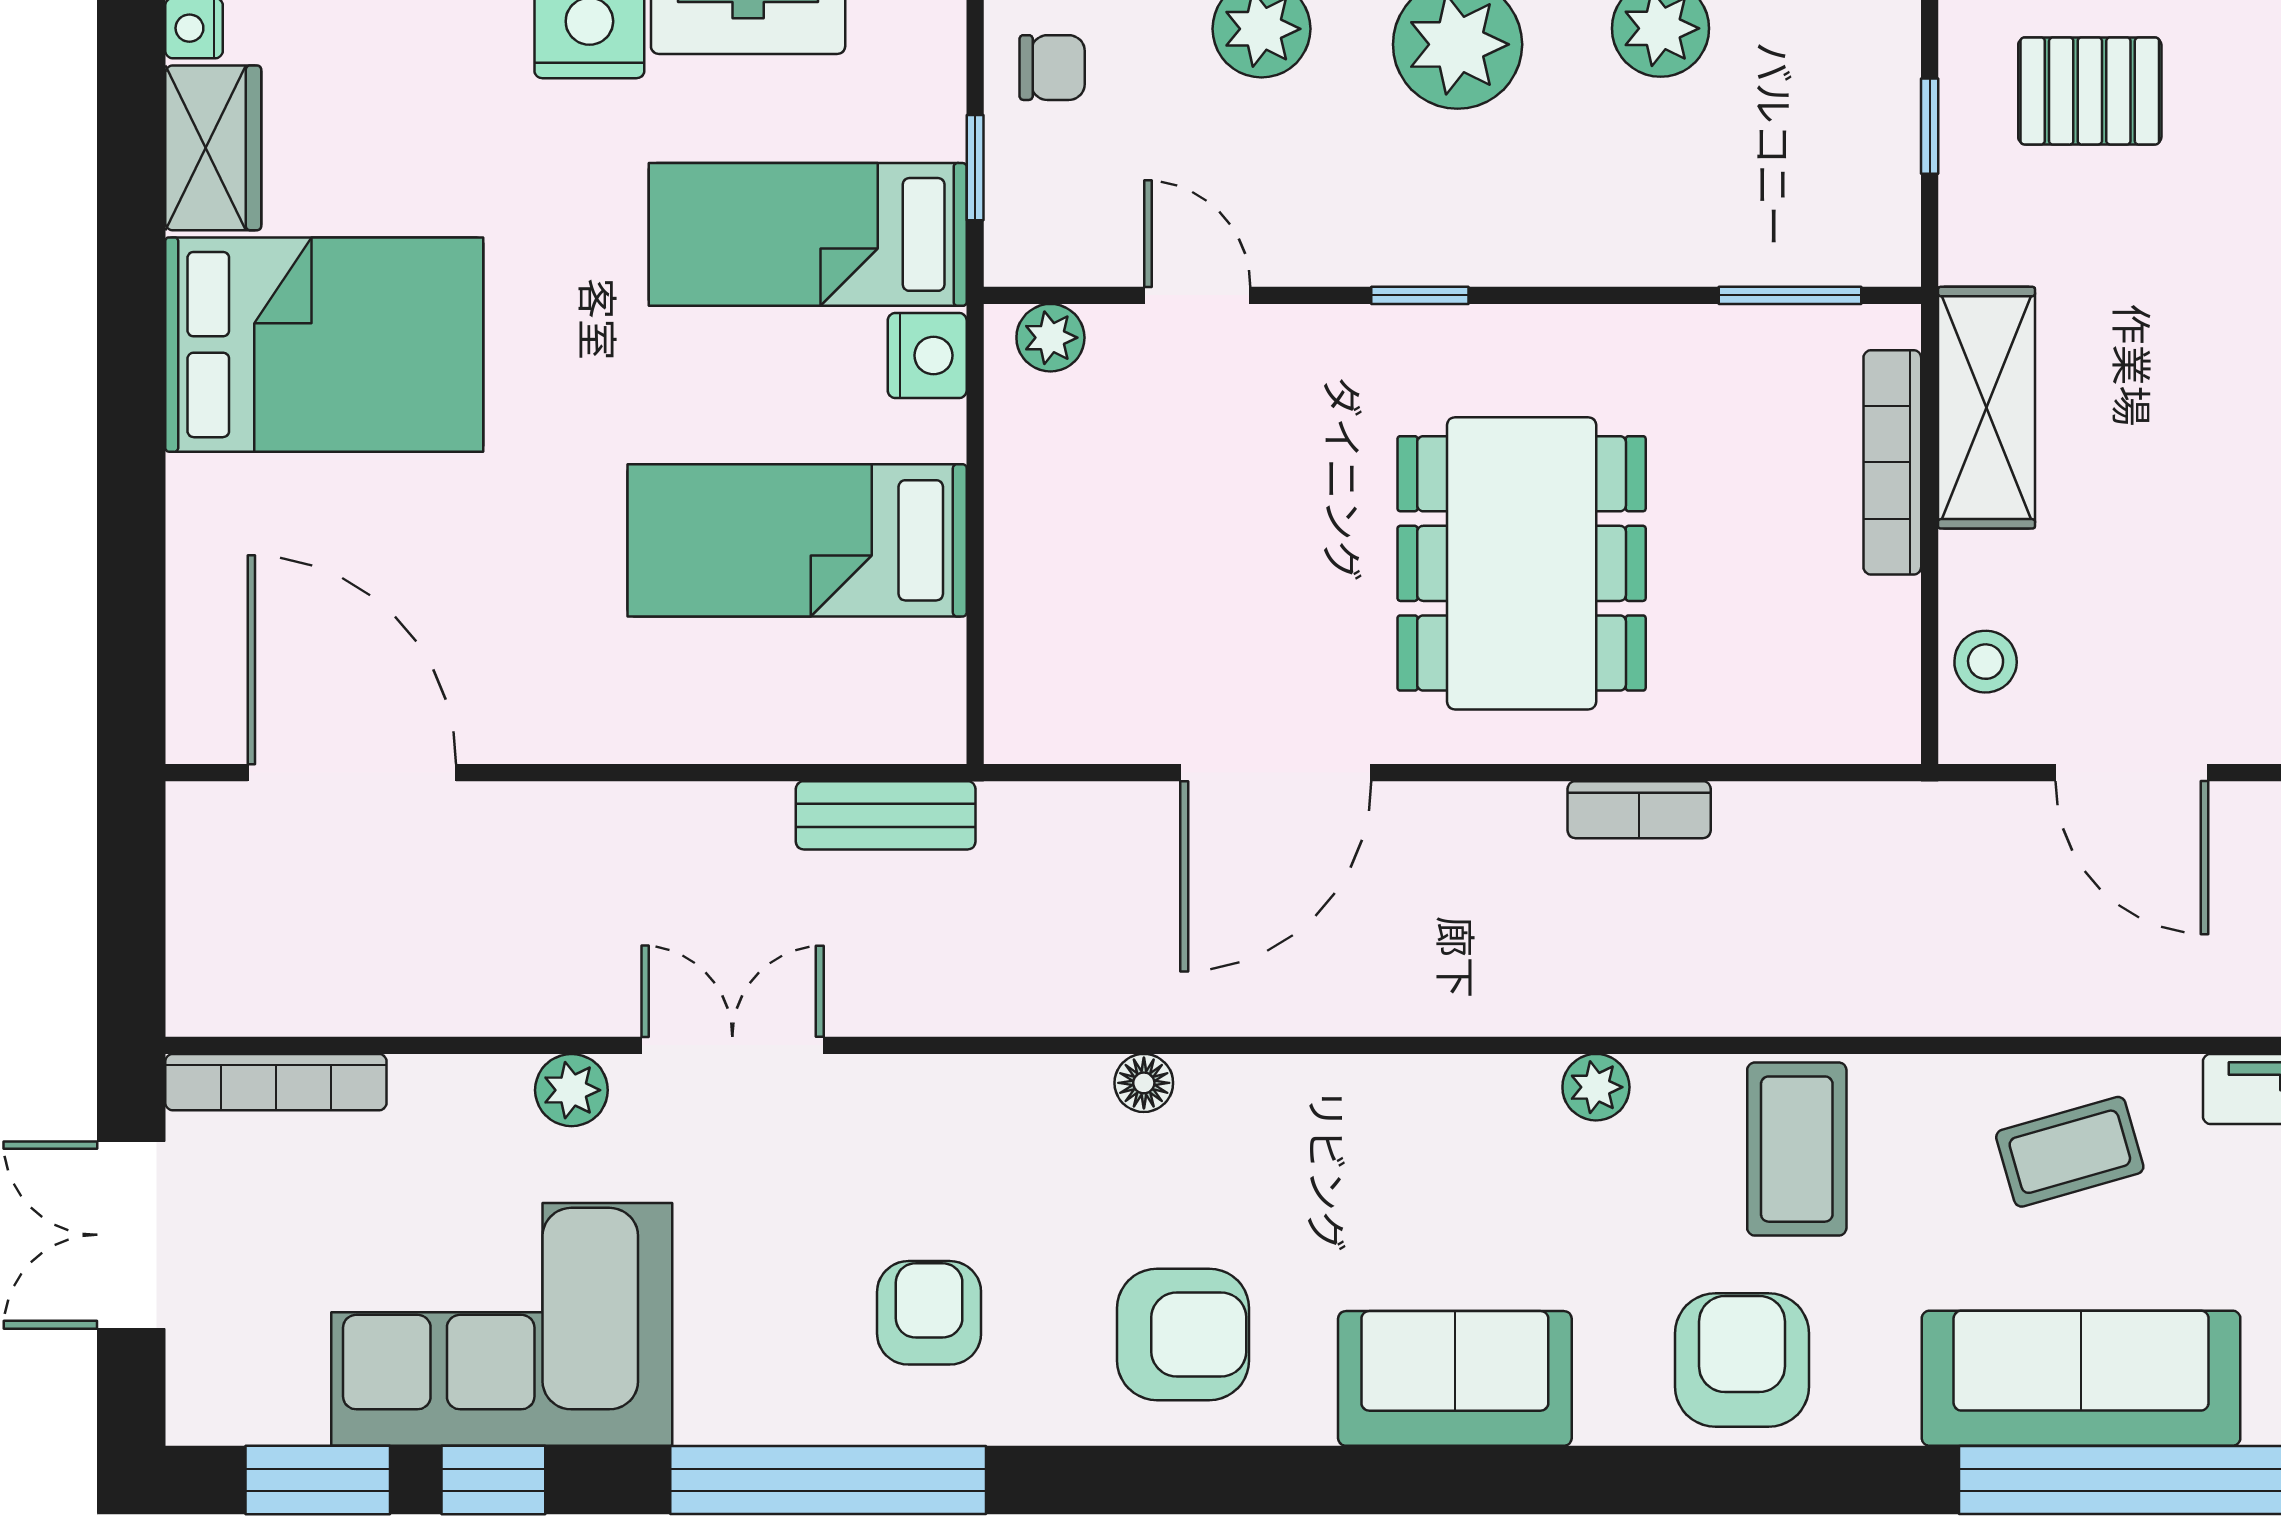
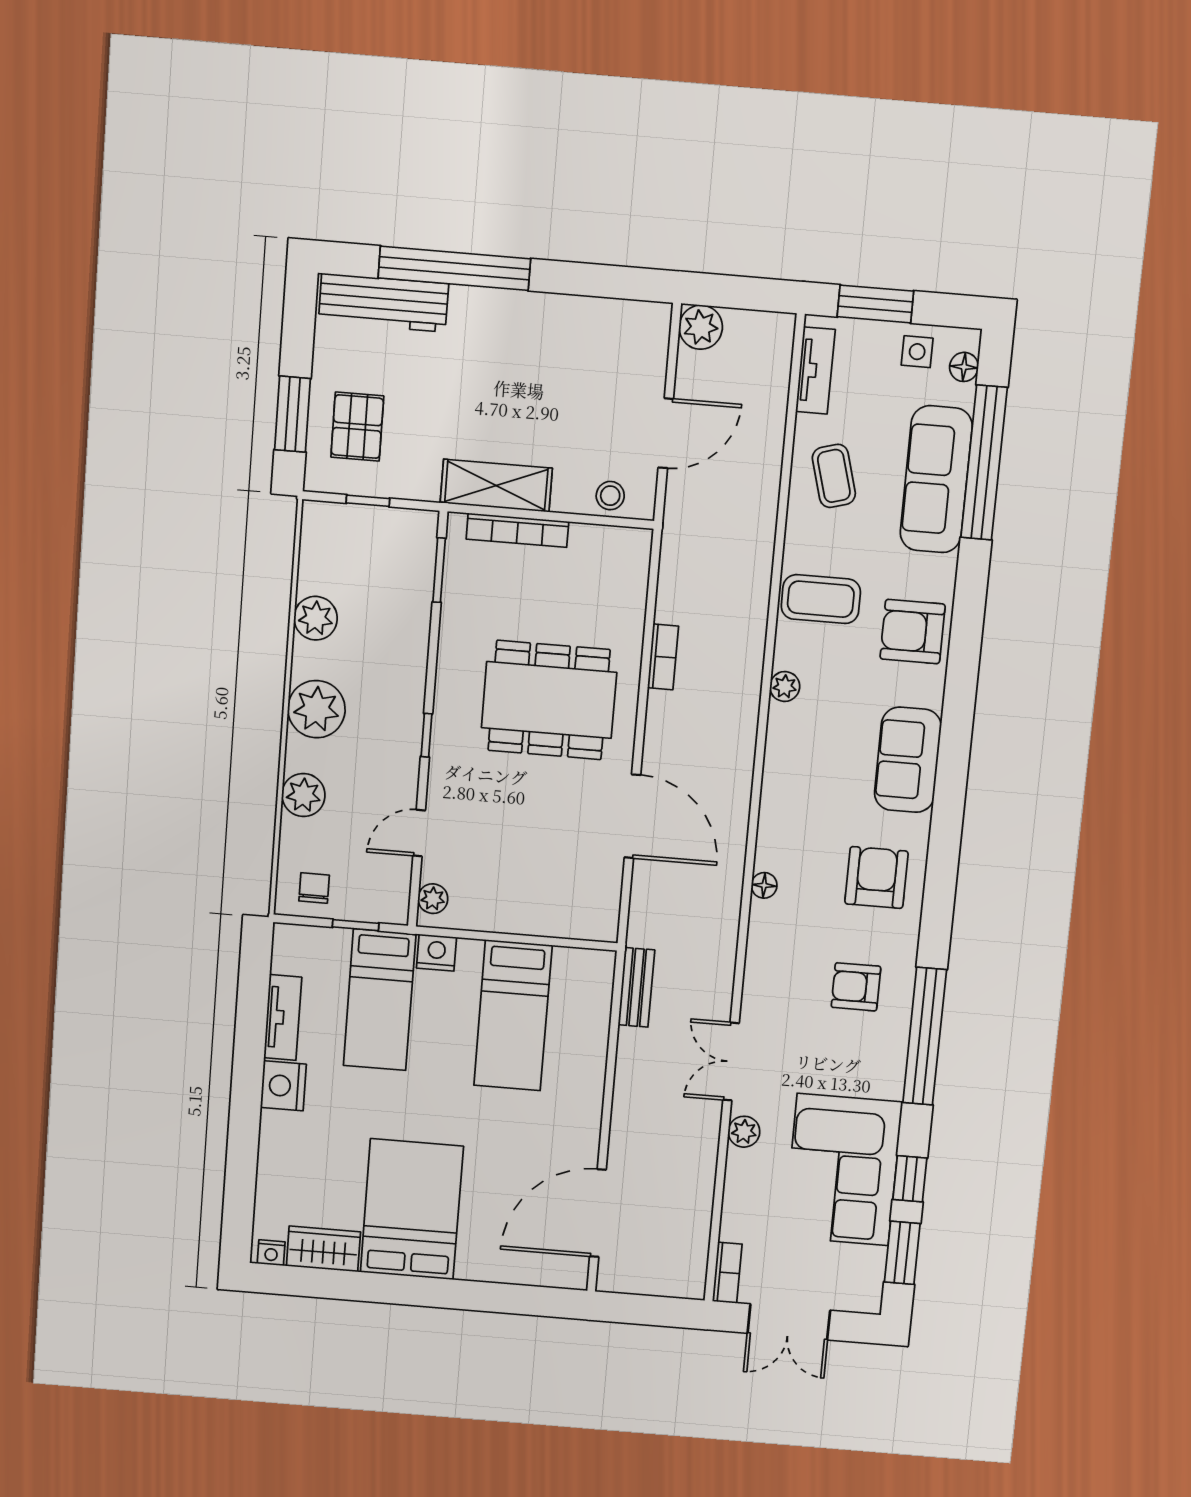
bookcase: (276, 1082) -> (727, 1273), width x0.64

